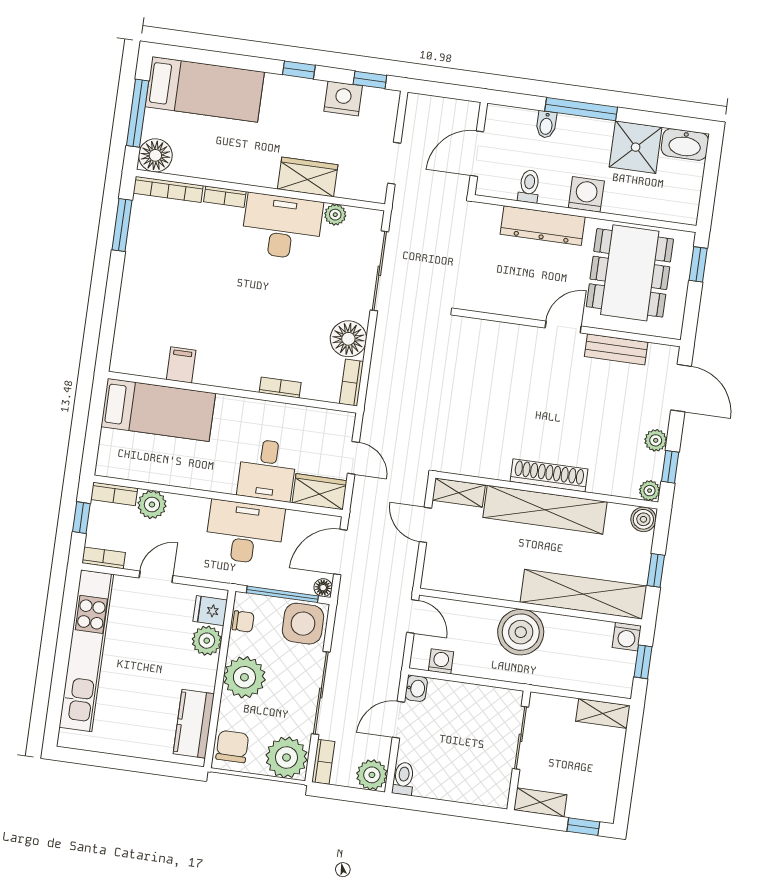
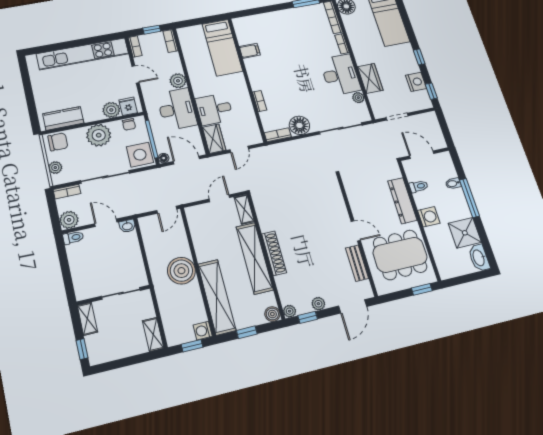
plant: (152, 505) -> (178, 81), moved
washing machine: (441, 661) -> (148, 234), removed
plant: (287, 757) -> (55, 168), width x0.53, depth x0.53

